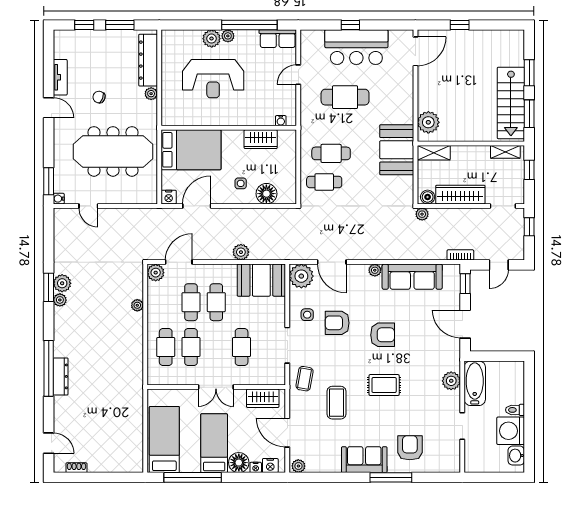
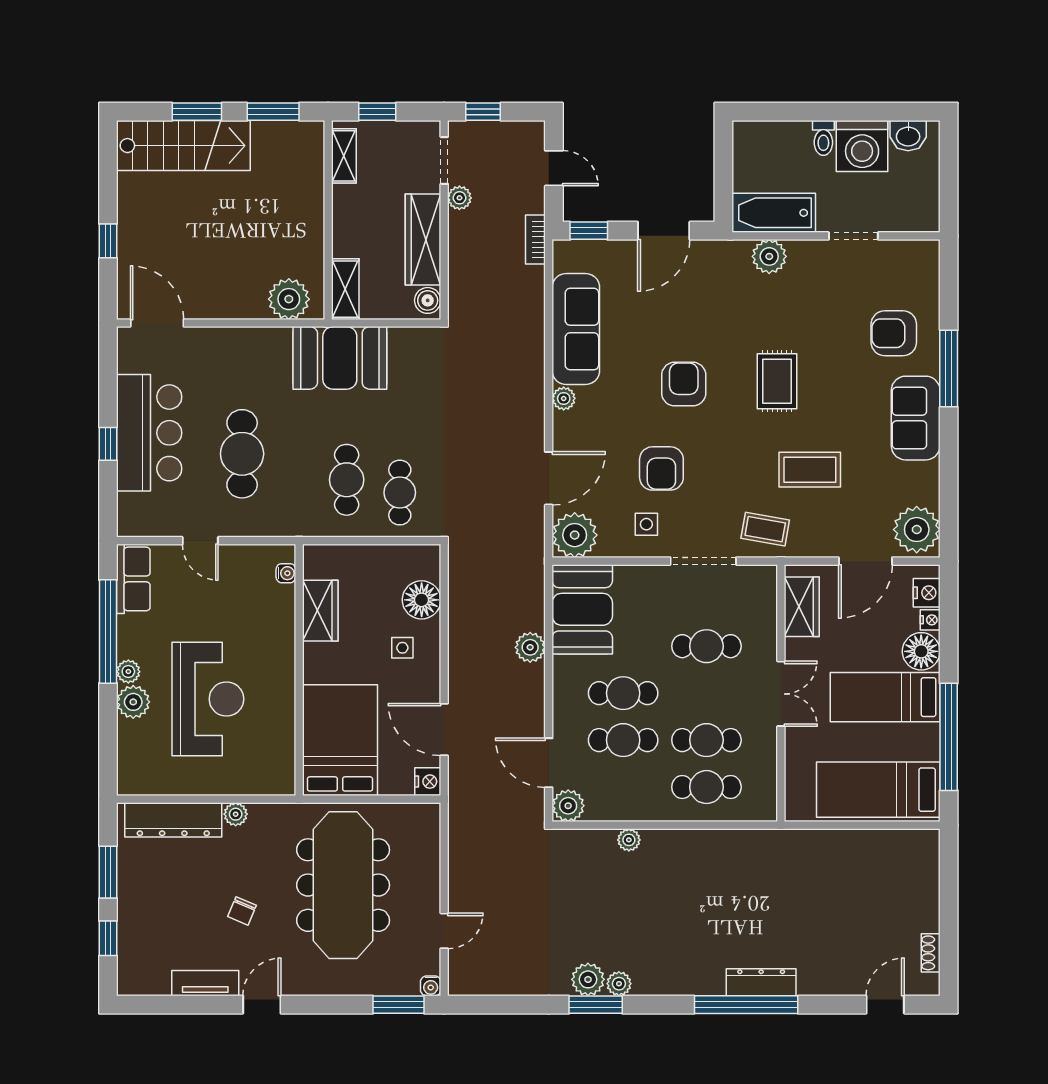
stairs: (511, 103) -> (183, 146), moved
plant: (422, 214) -> (459, 198), moved
plant: (298, 466) -> (917, 530), width x1.87, depth x1.87

